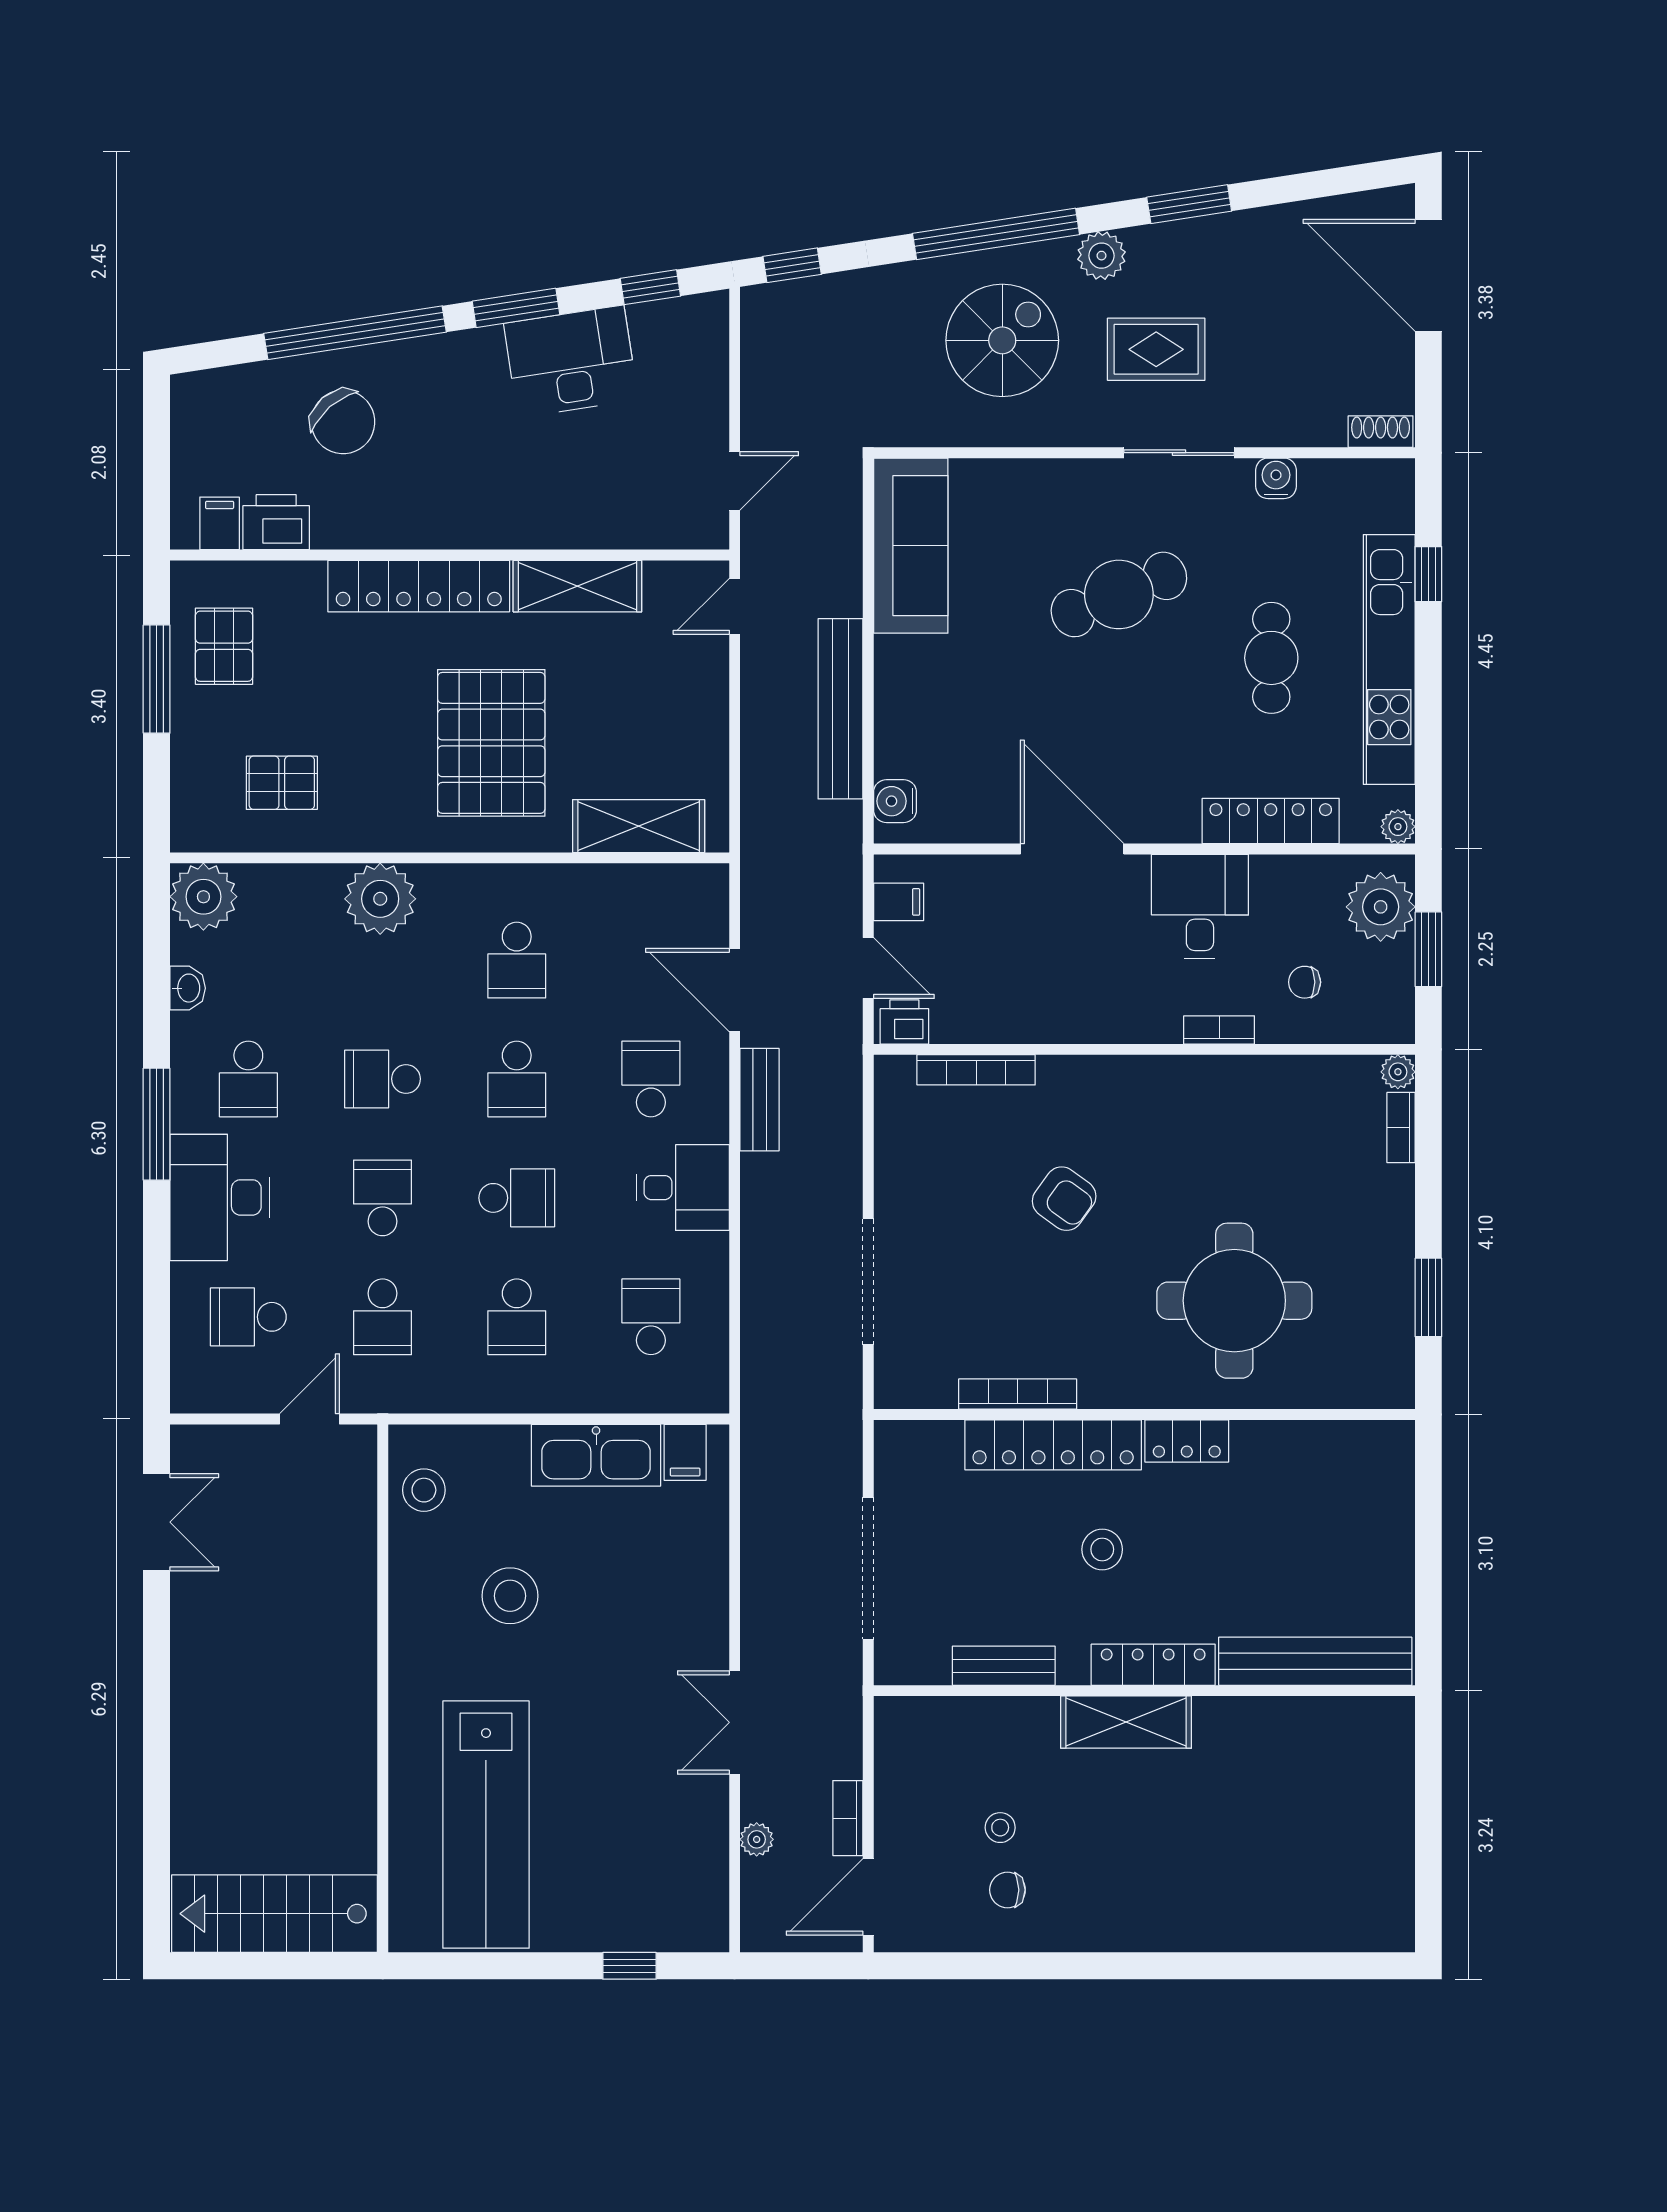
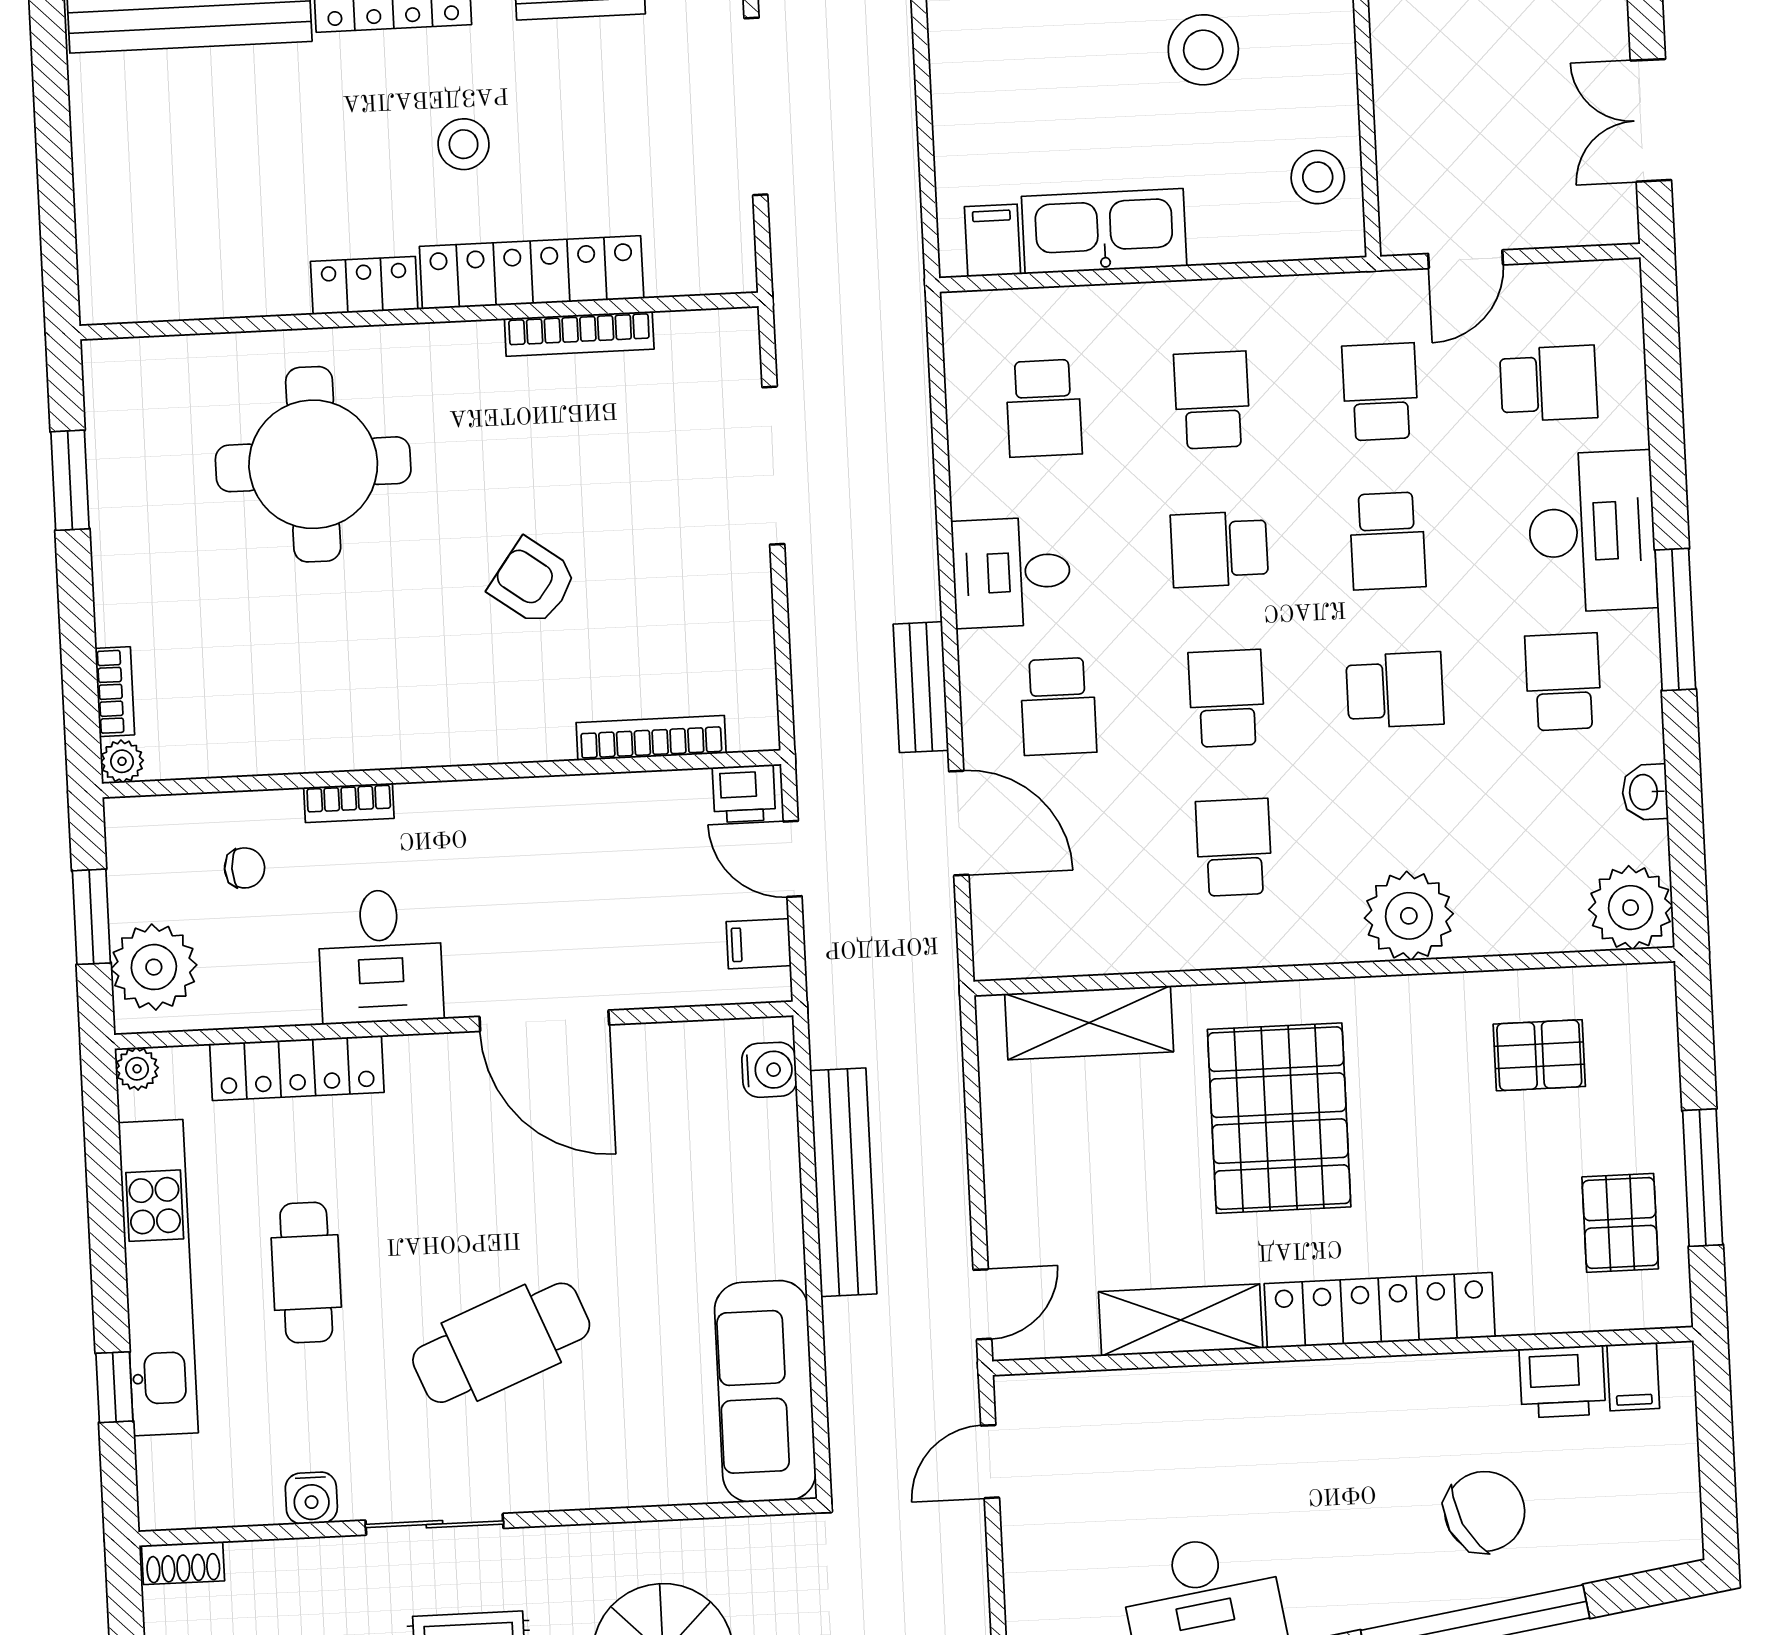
chair: (343, 422) -> (1485, 1511), turned 105

